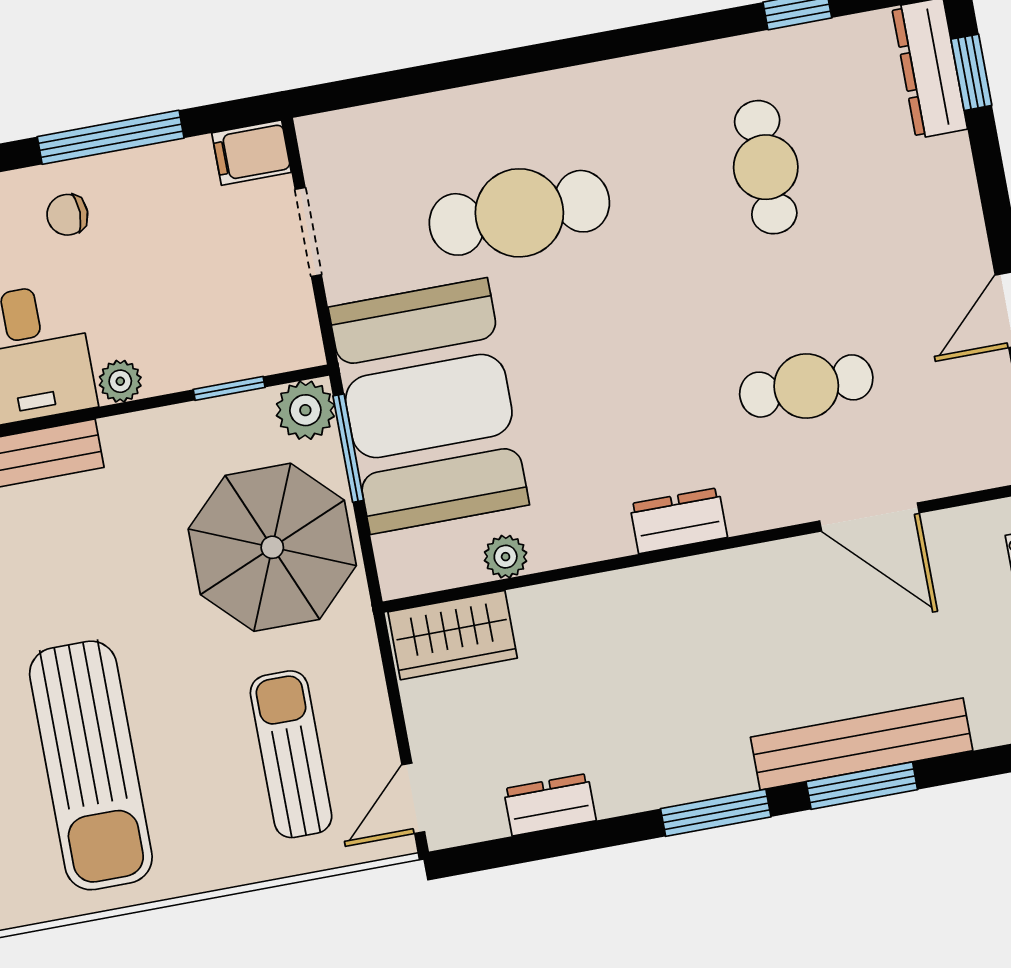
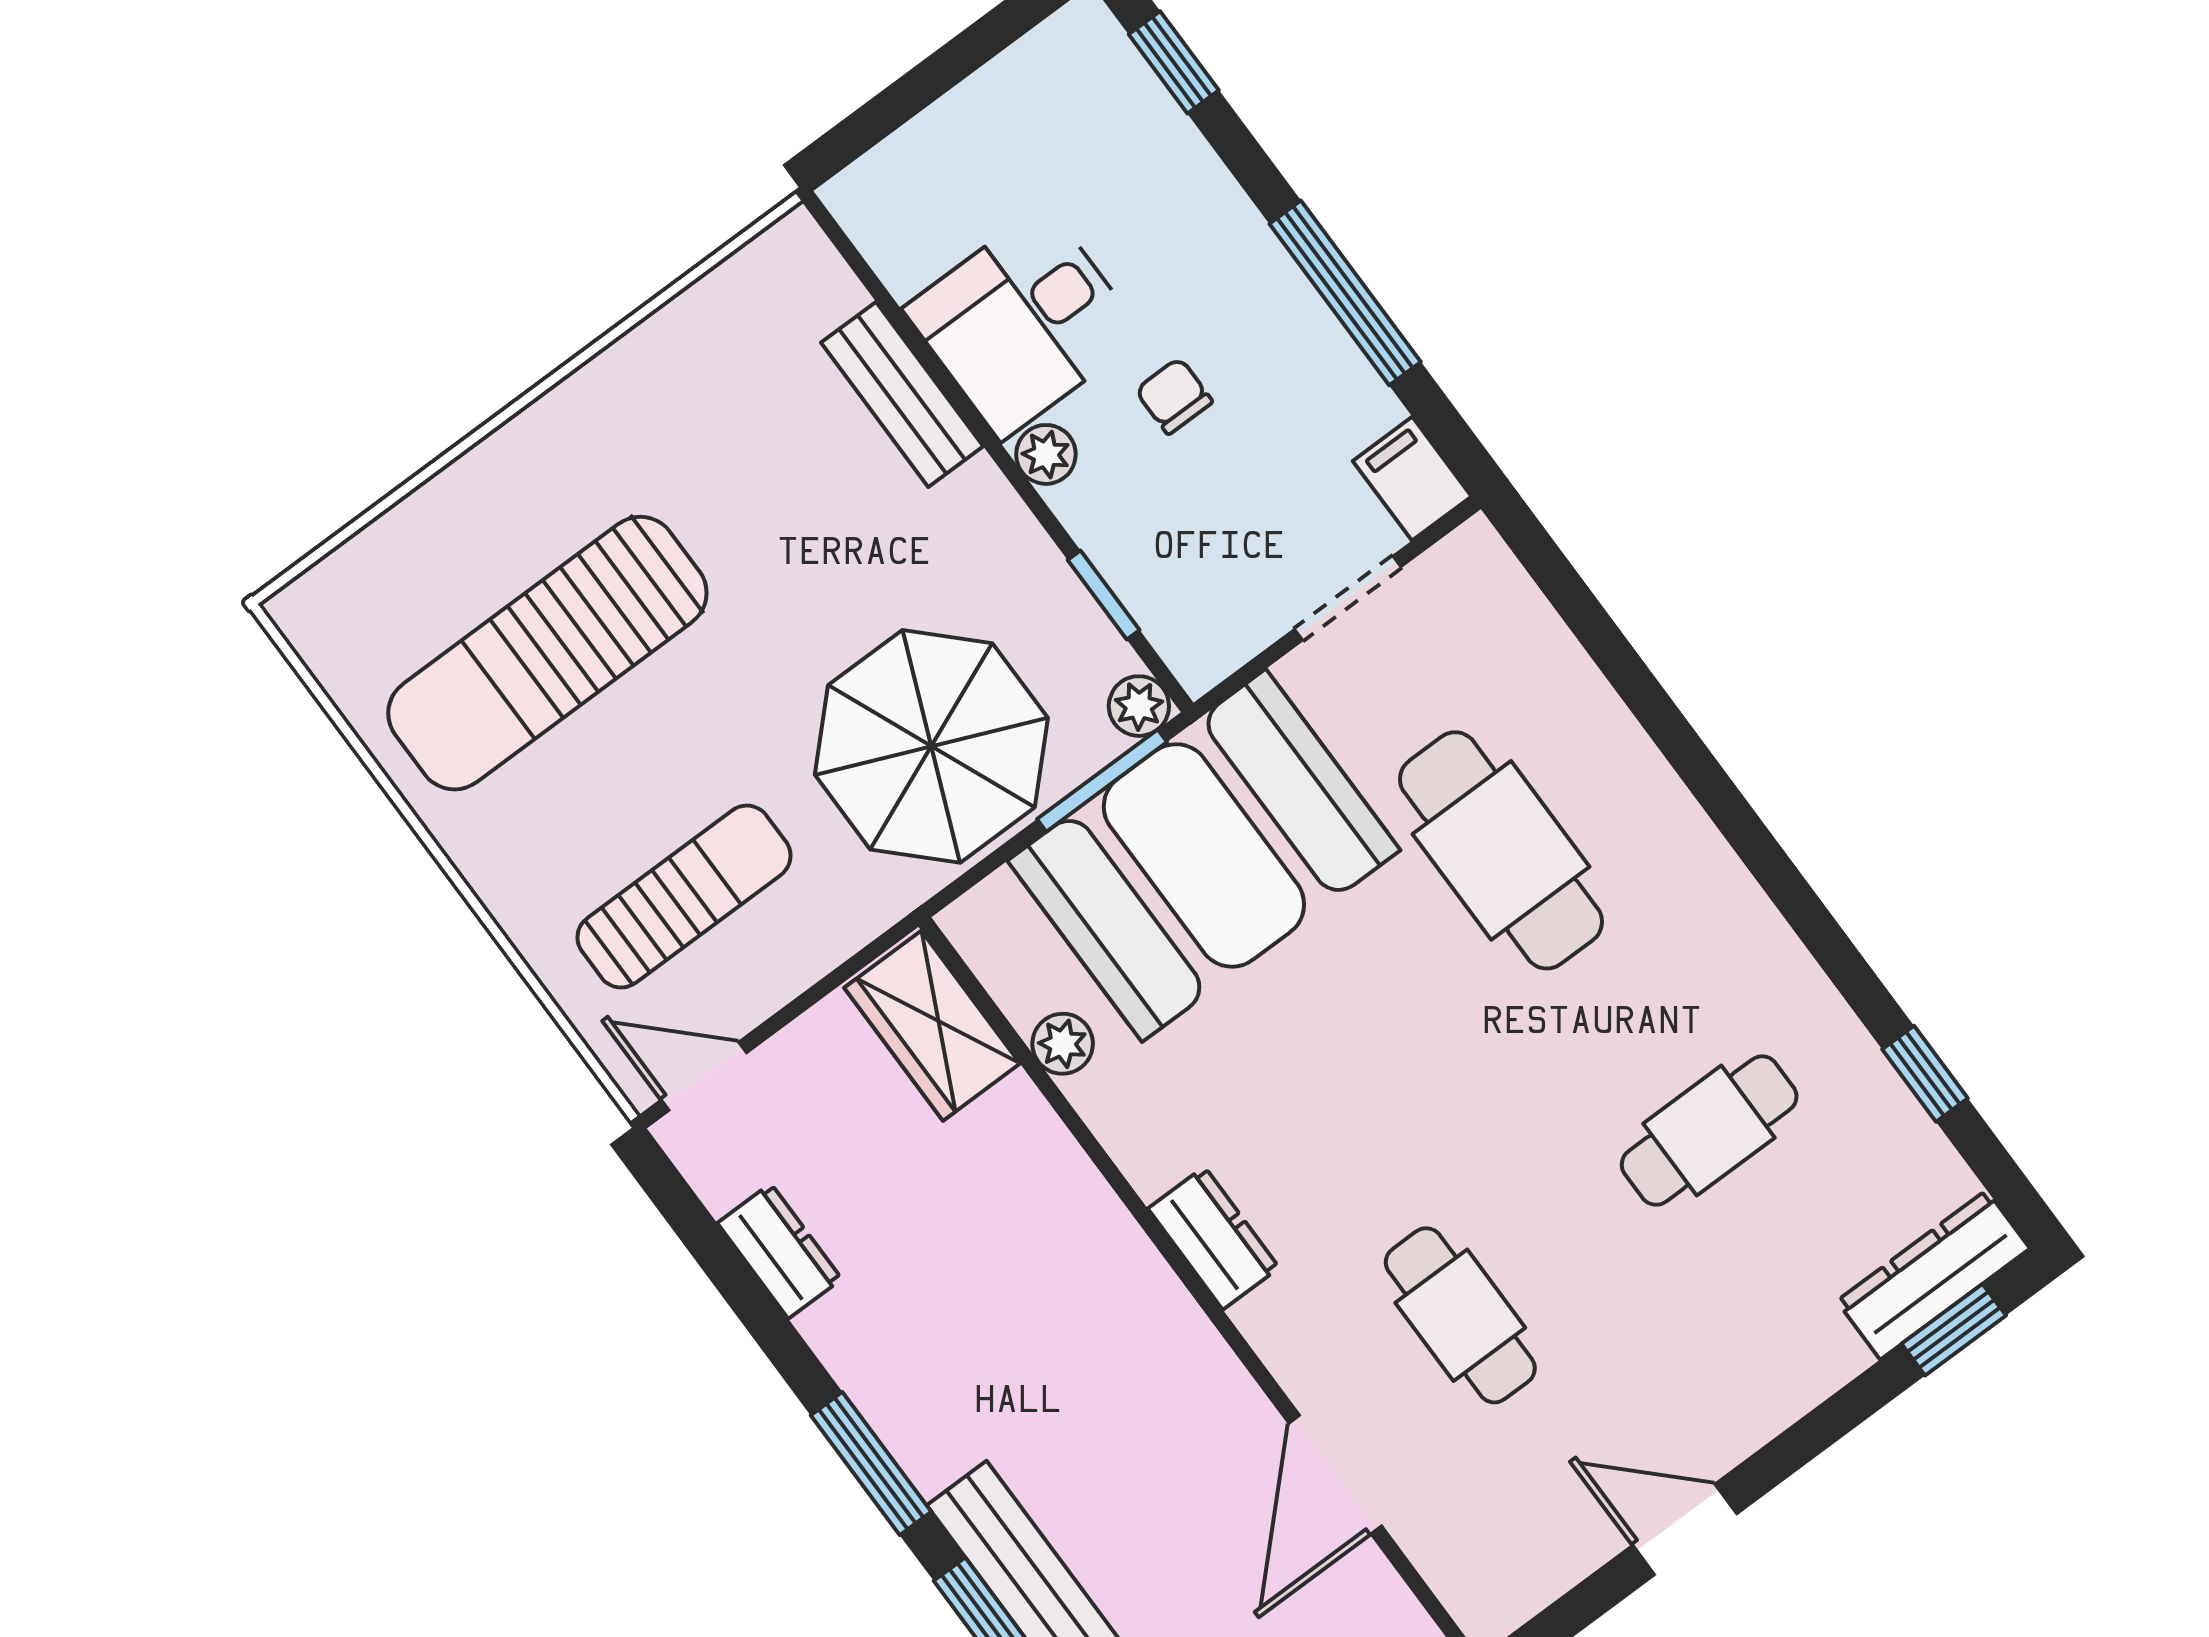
chair: (67, 215) -> (1174, 396), moved
plant: (305, 410) -> (1139, 706), width x0.73, depth x0.73

